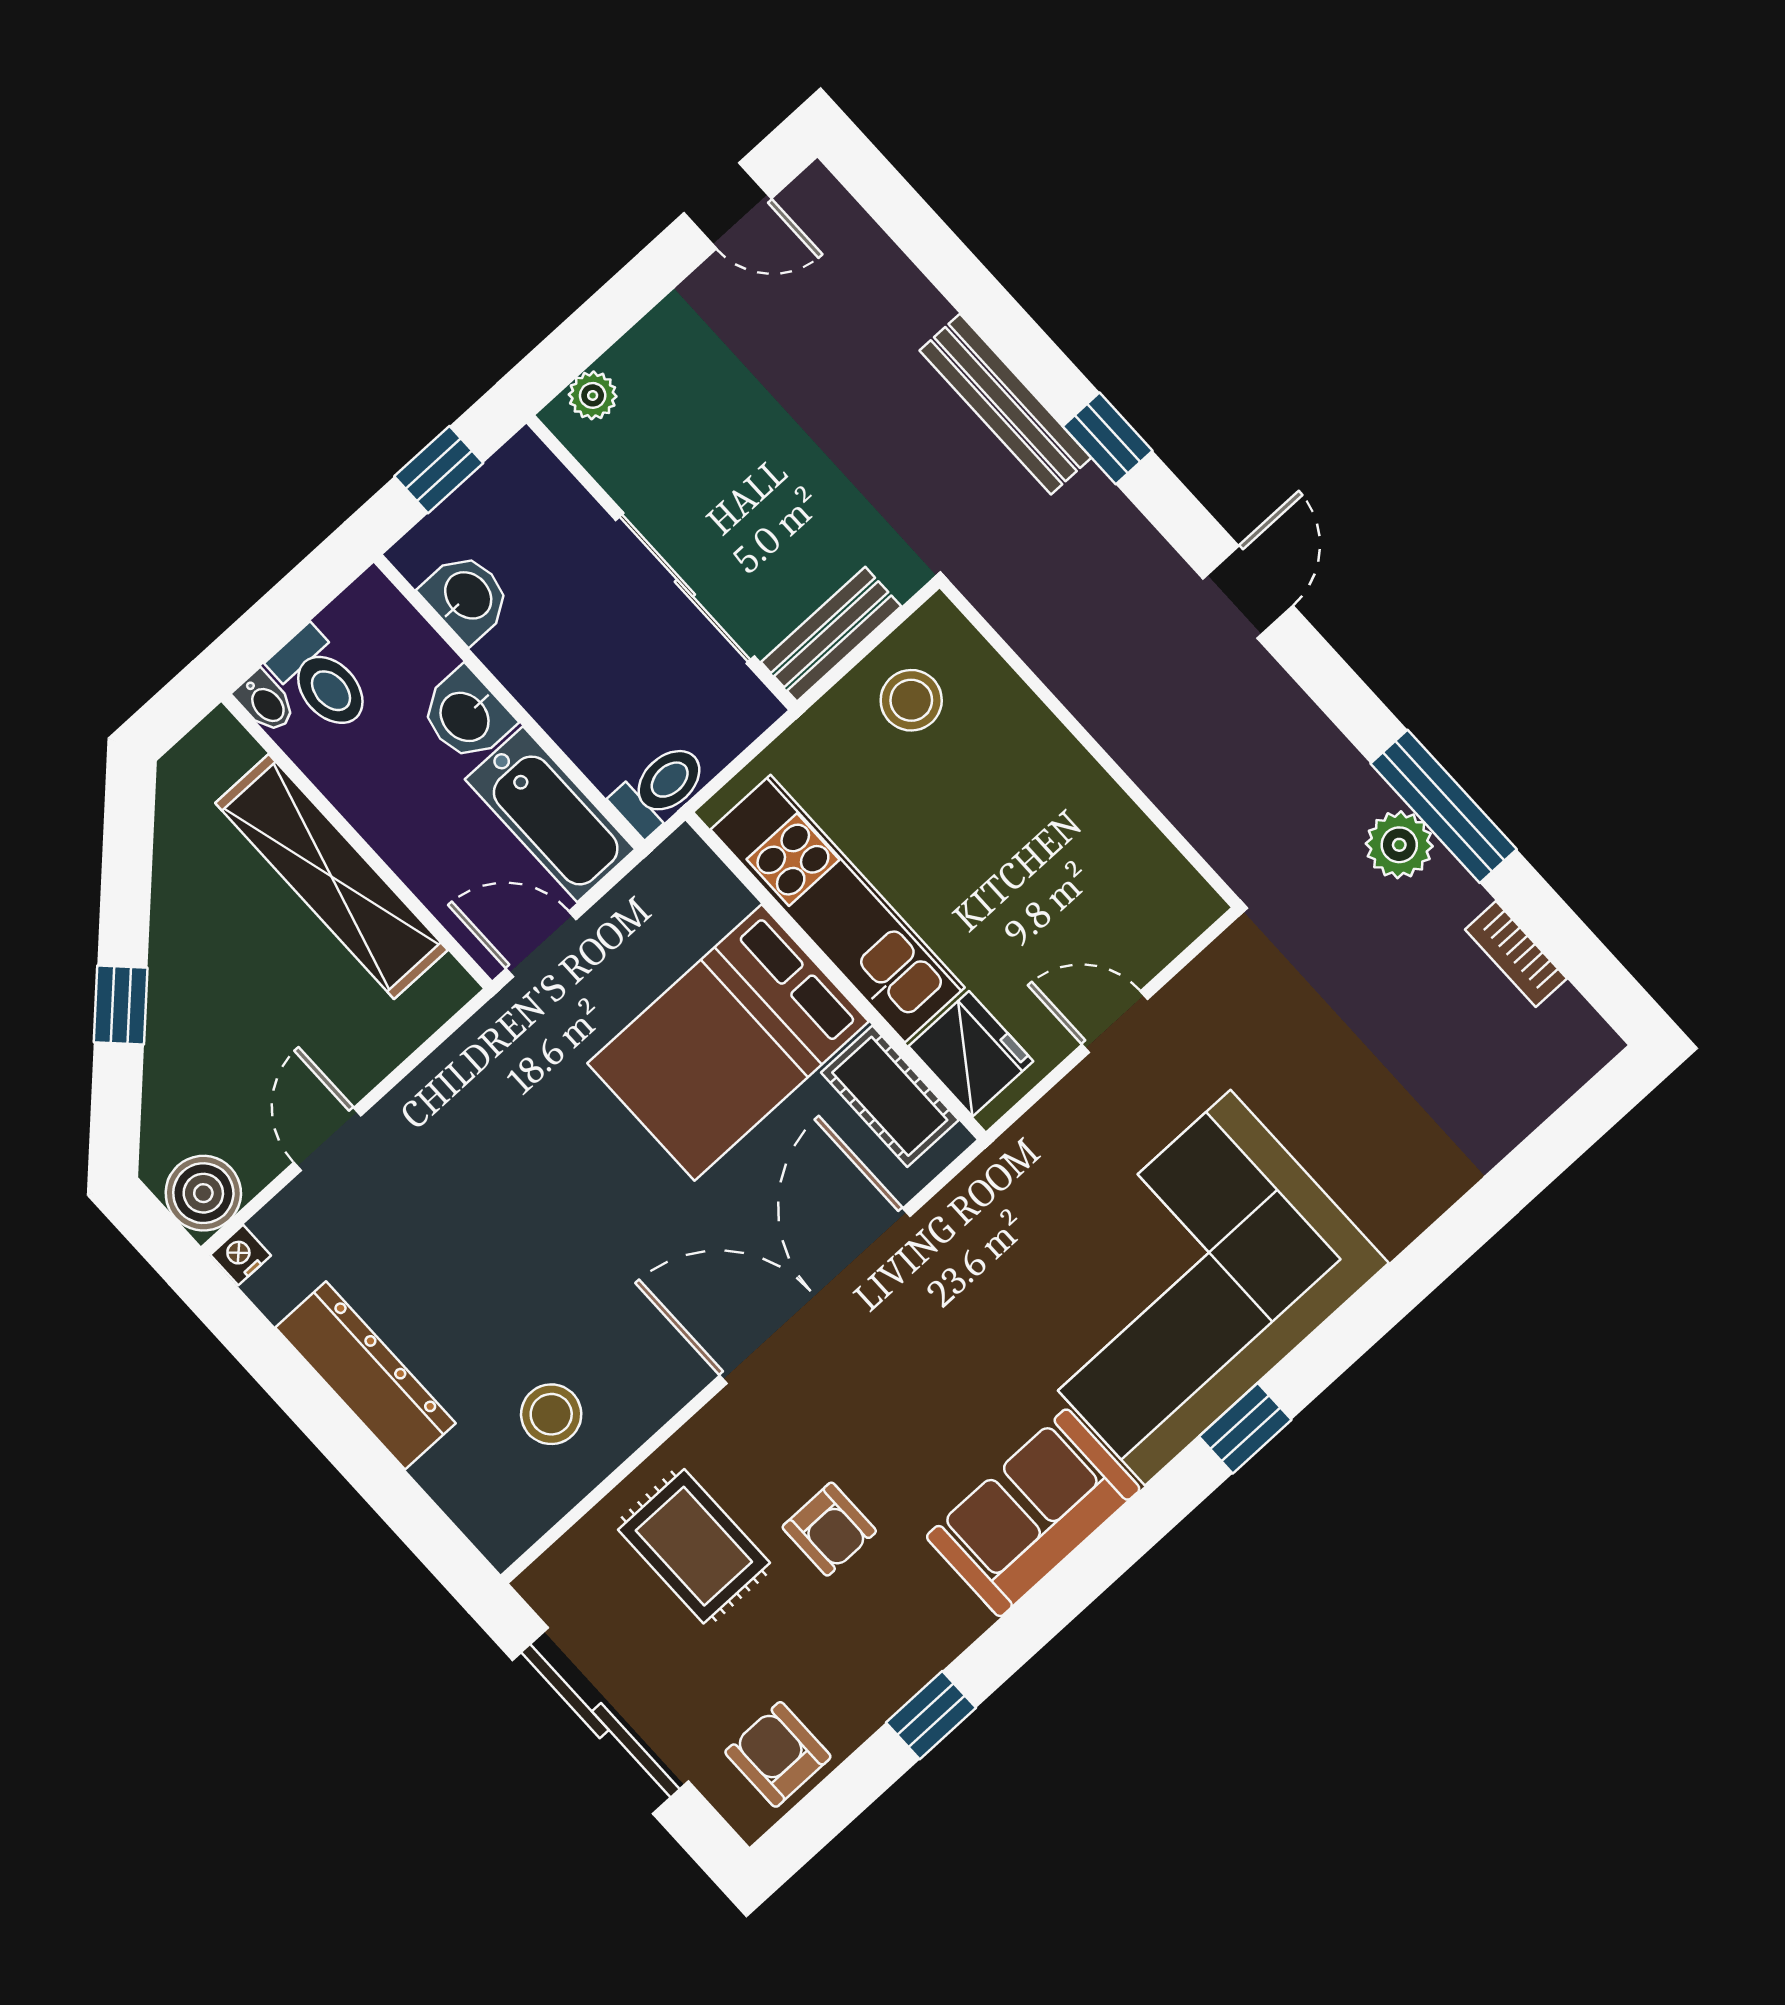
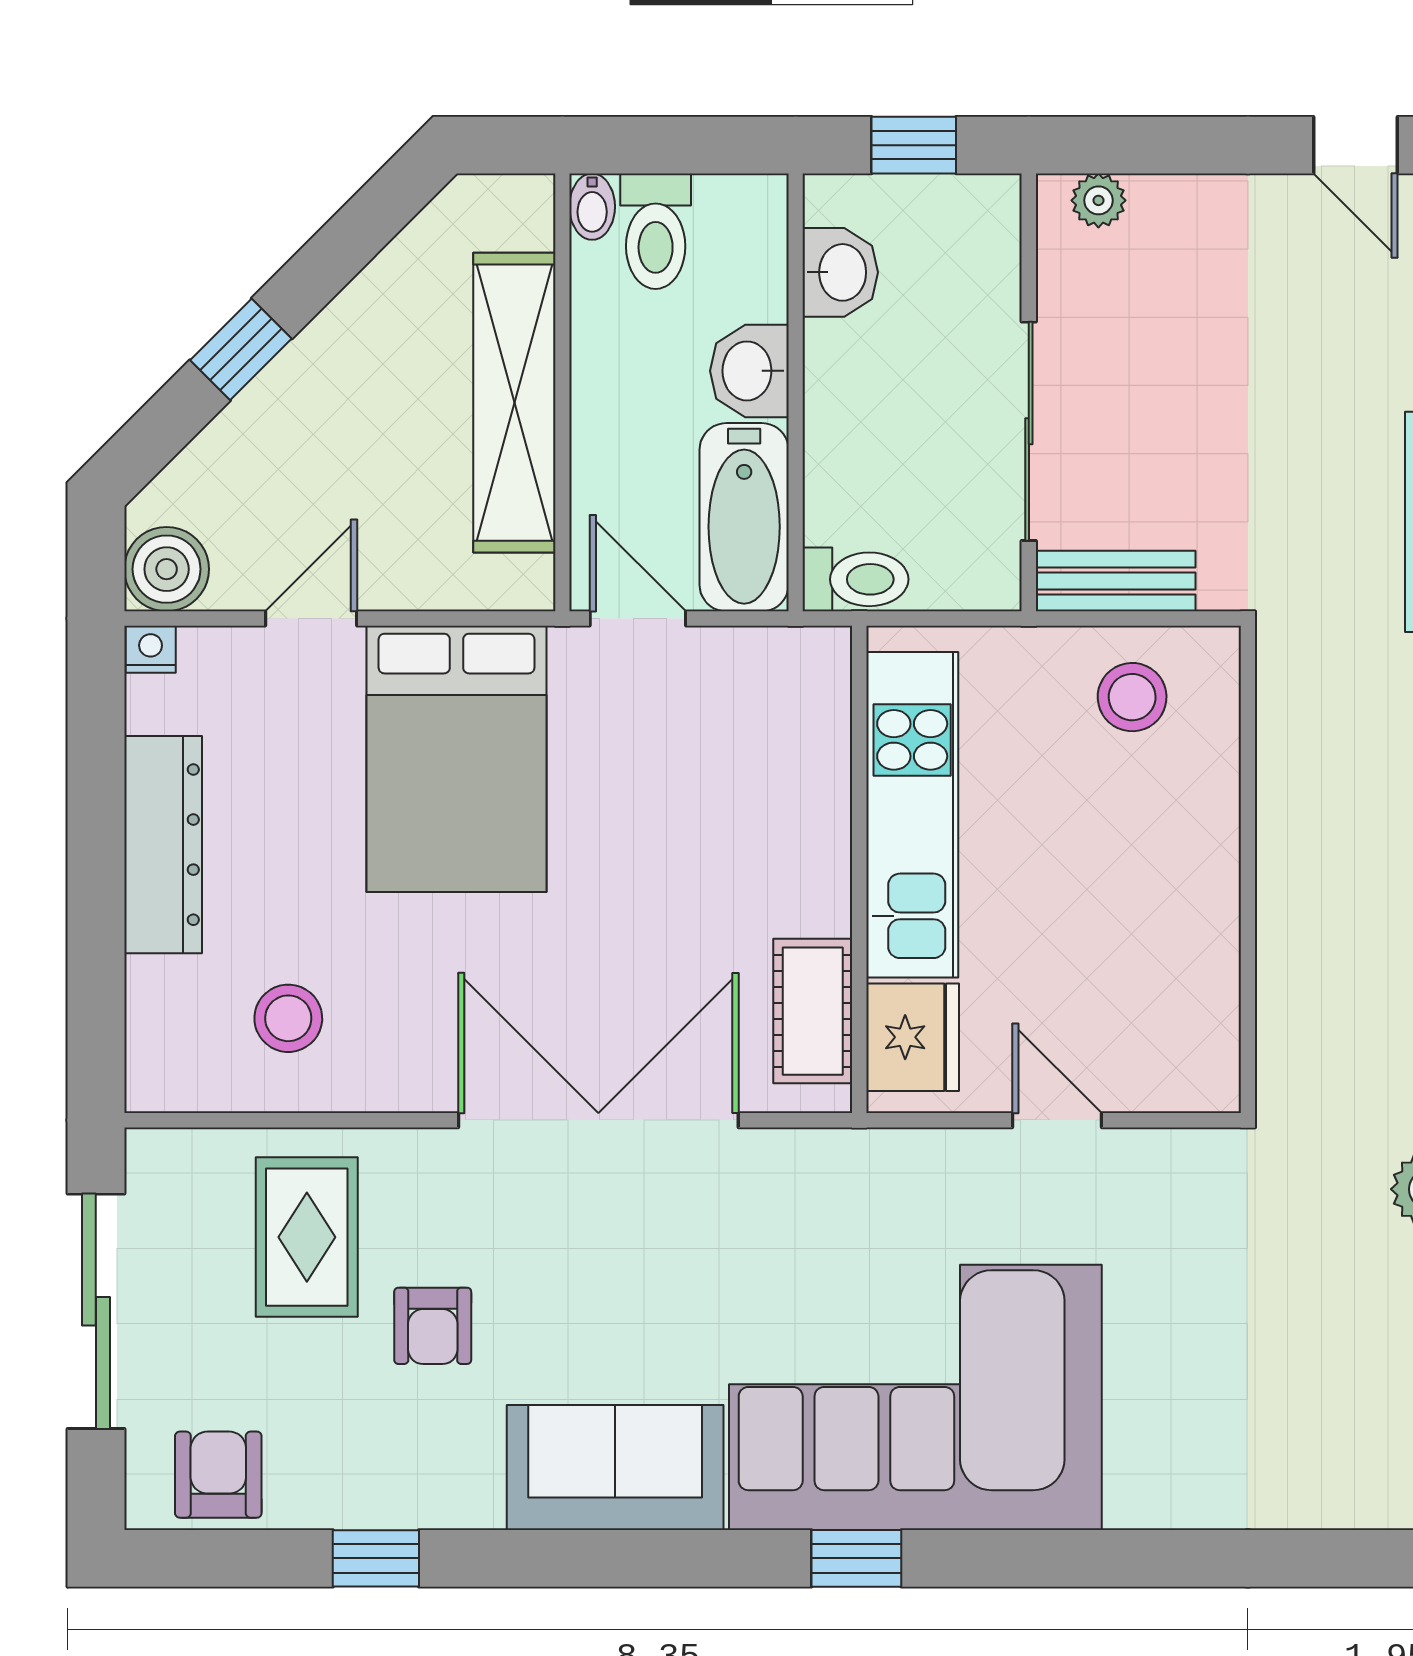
bed: (728, 1042) -> (457, 759), moved, turned -90

